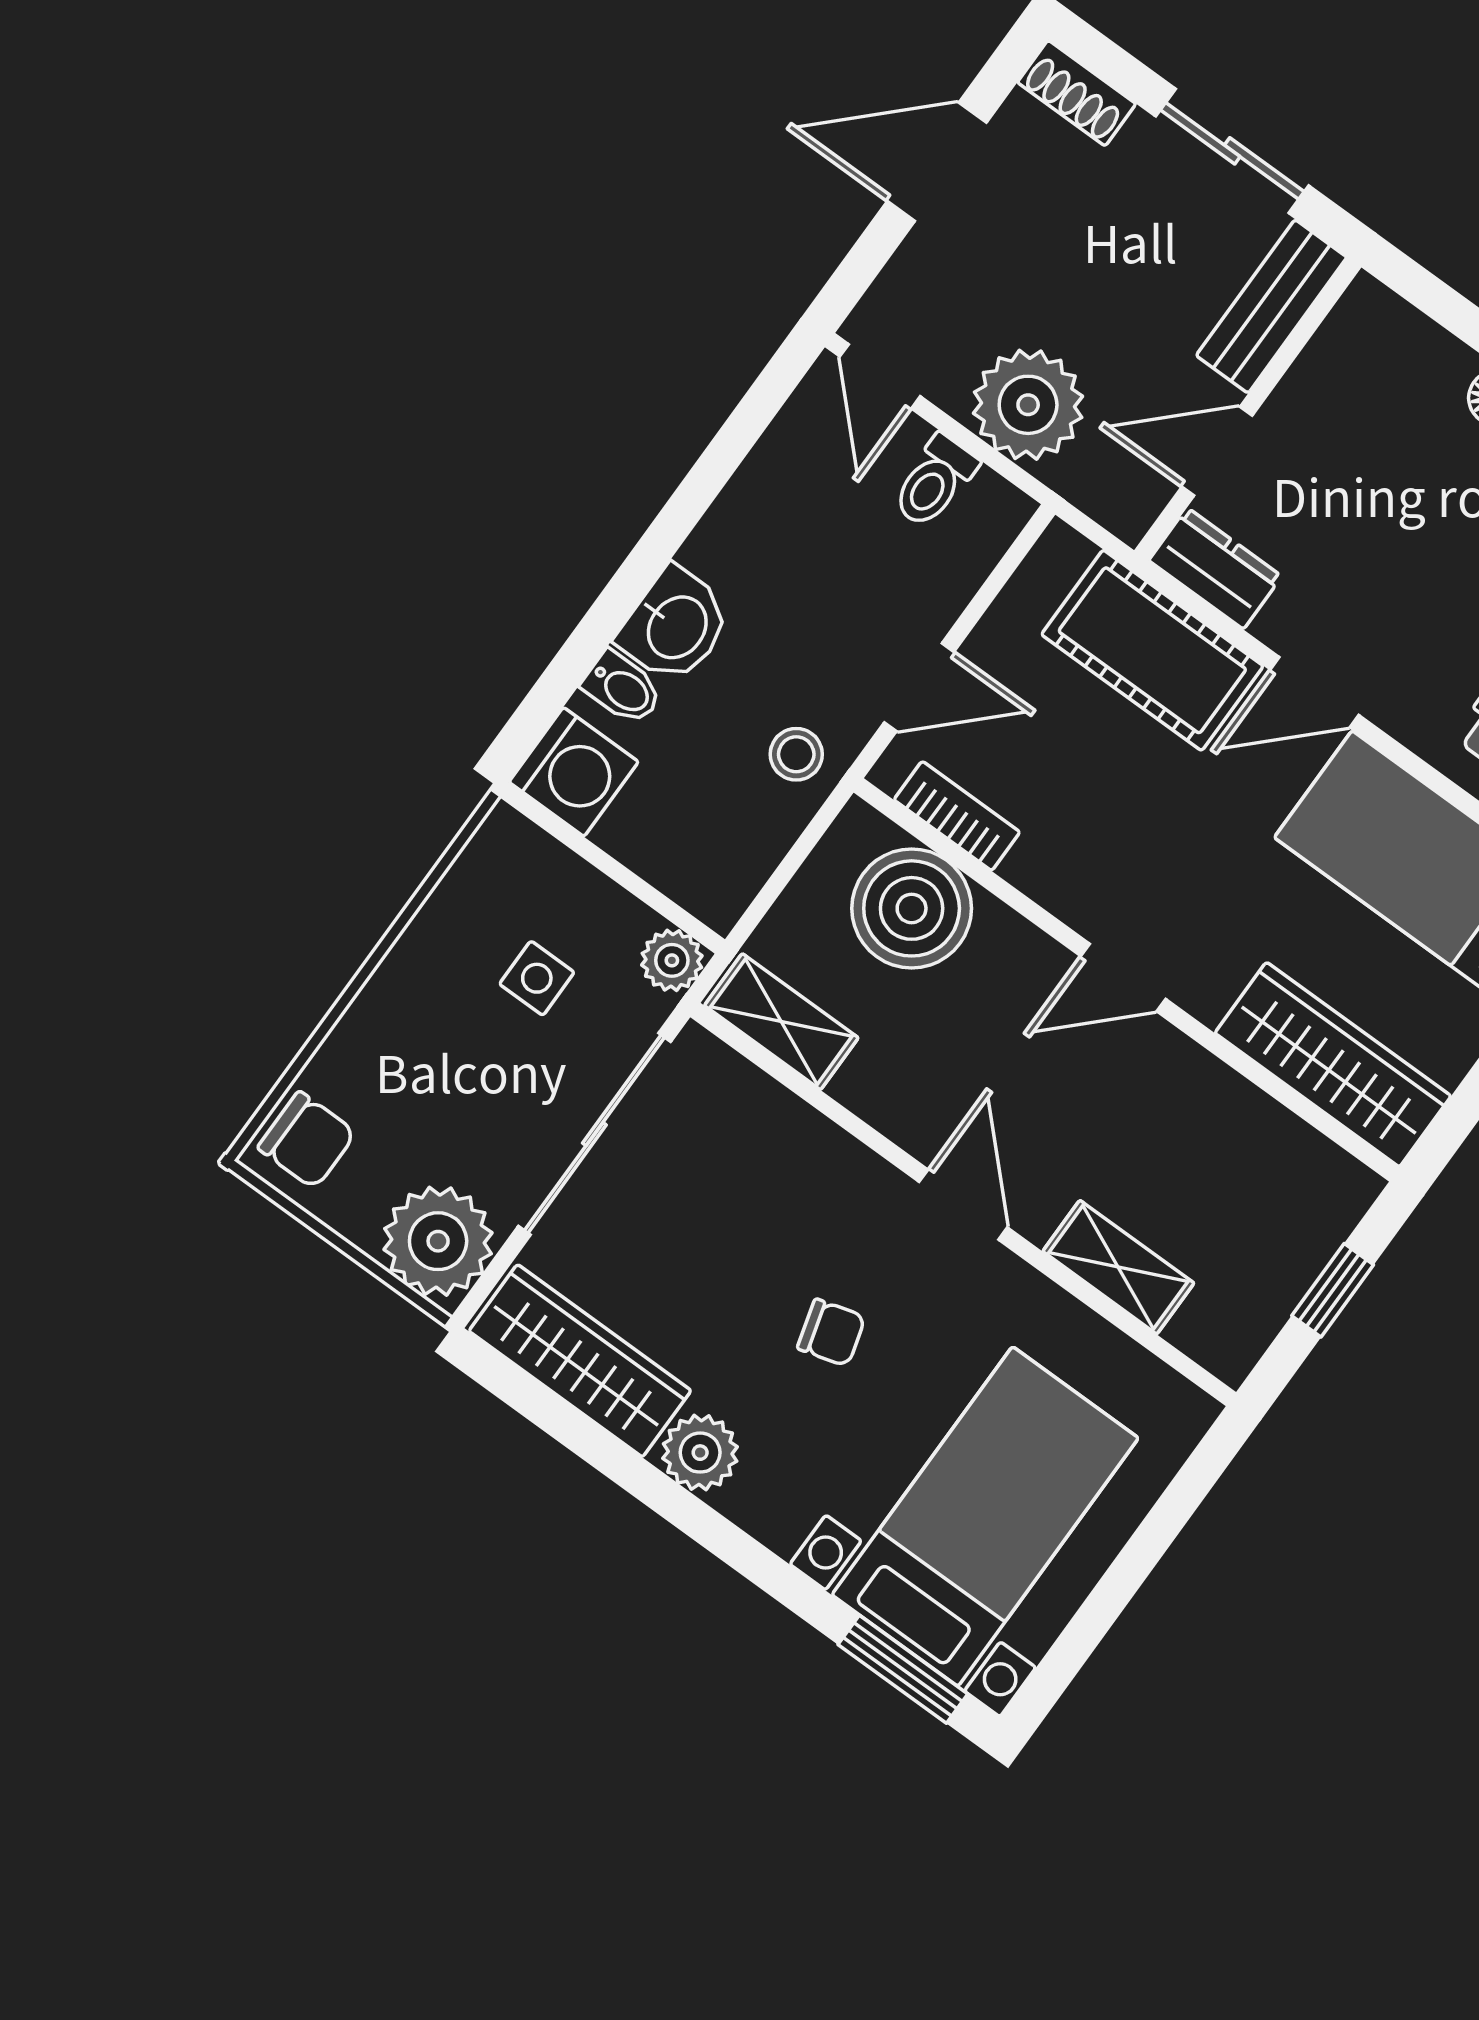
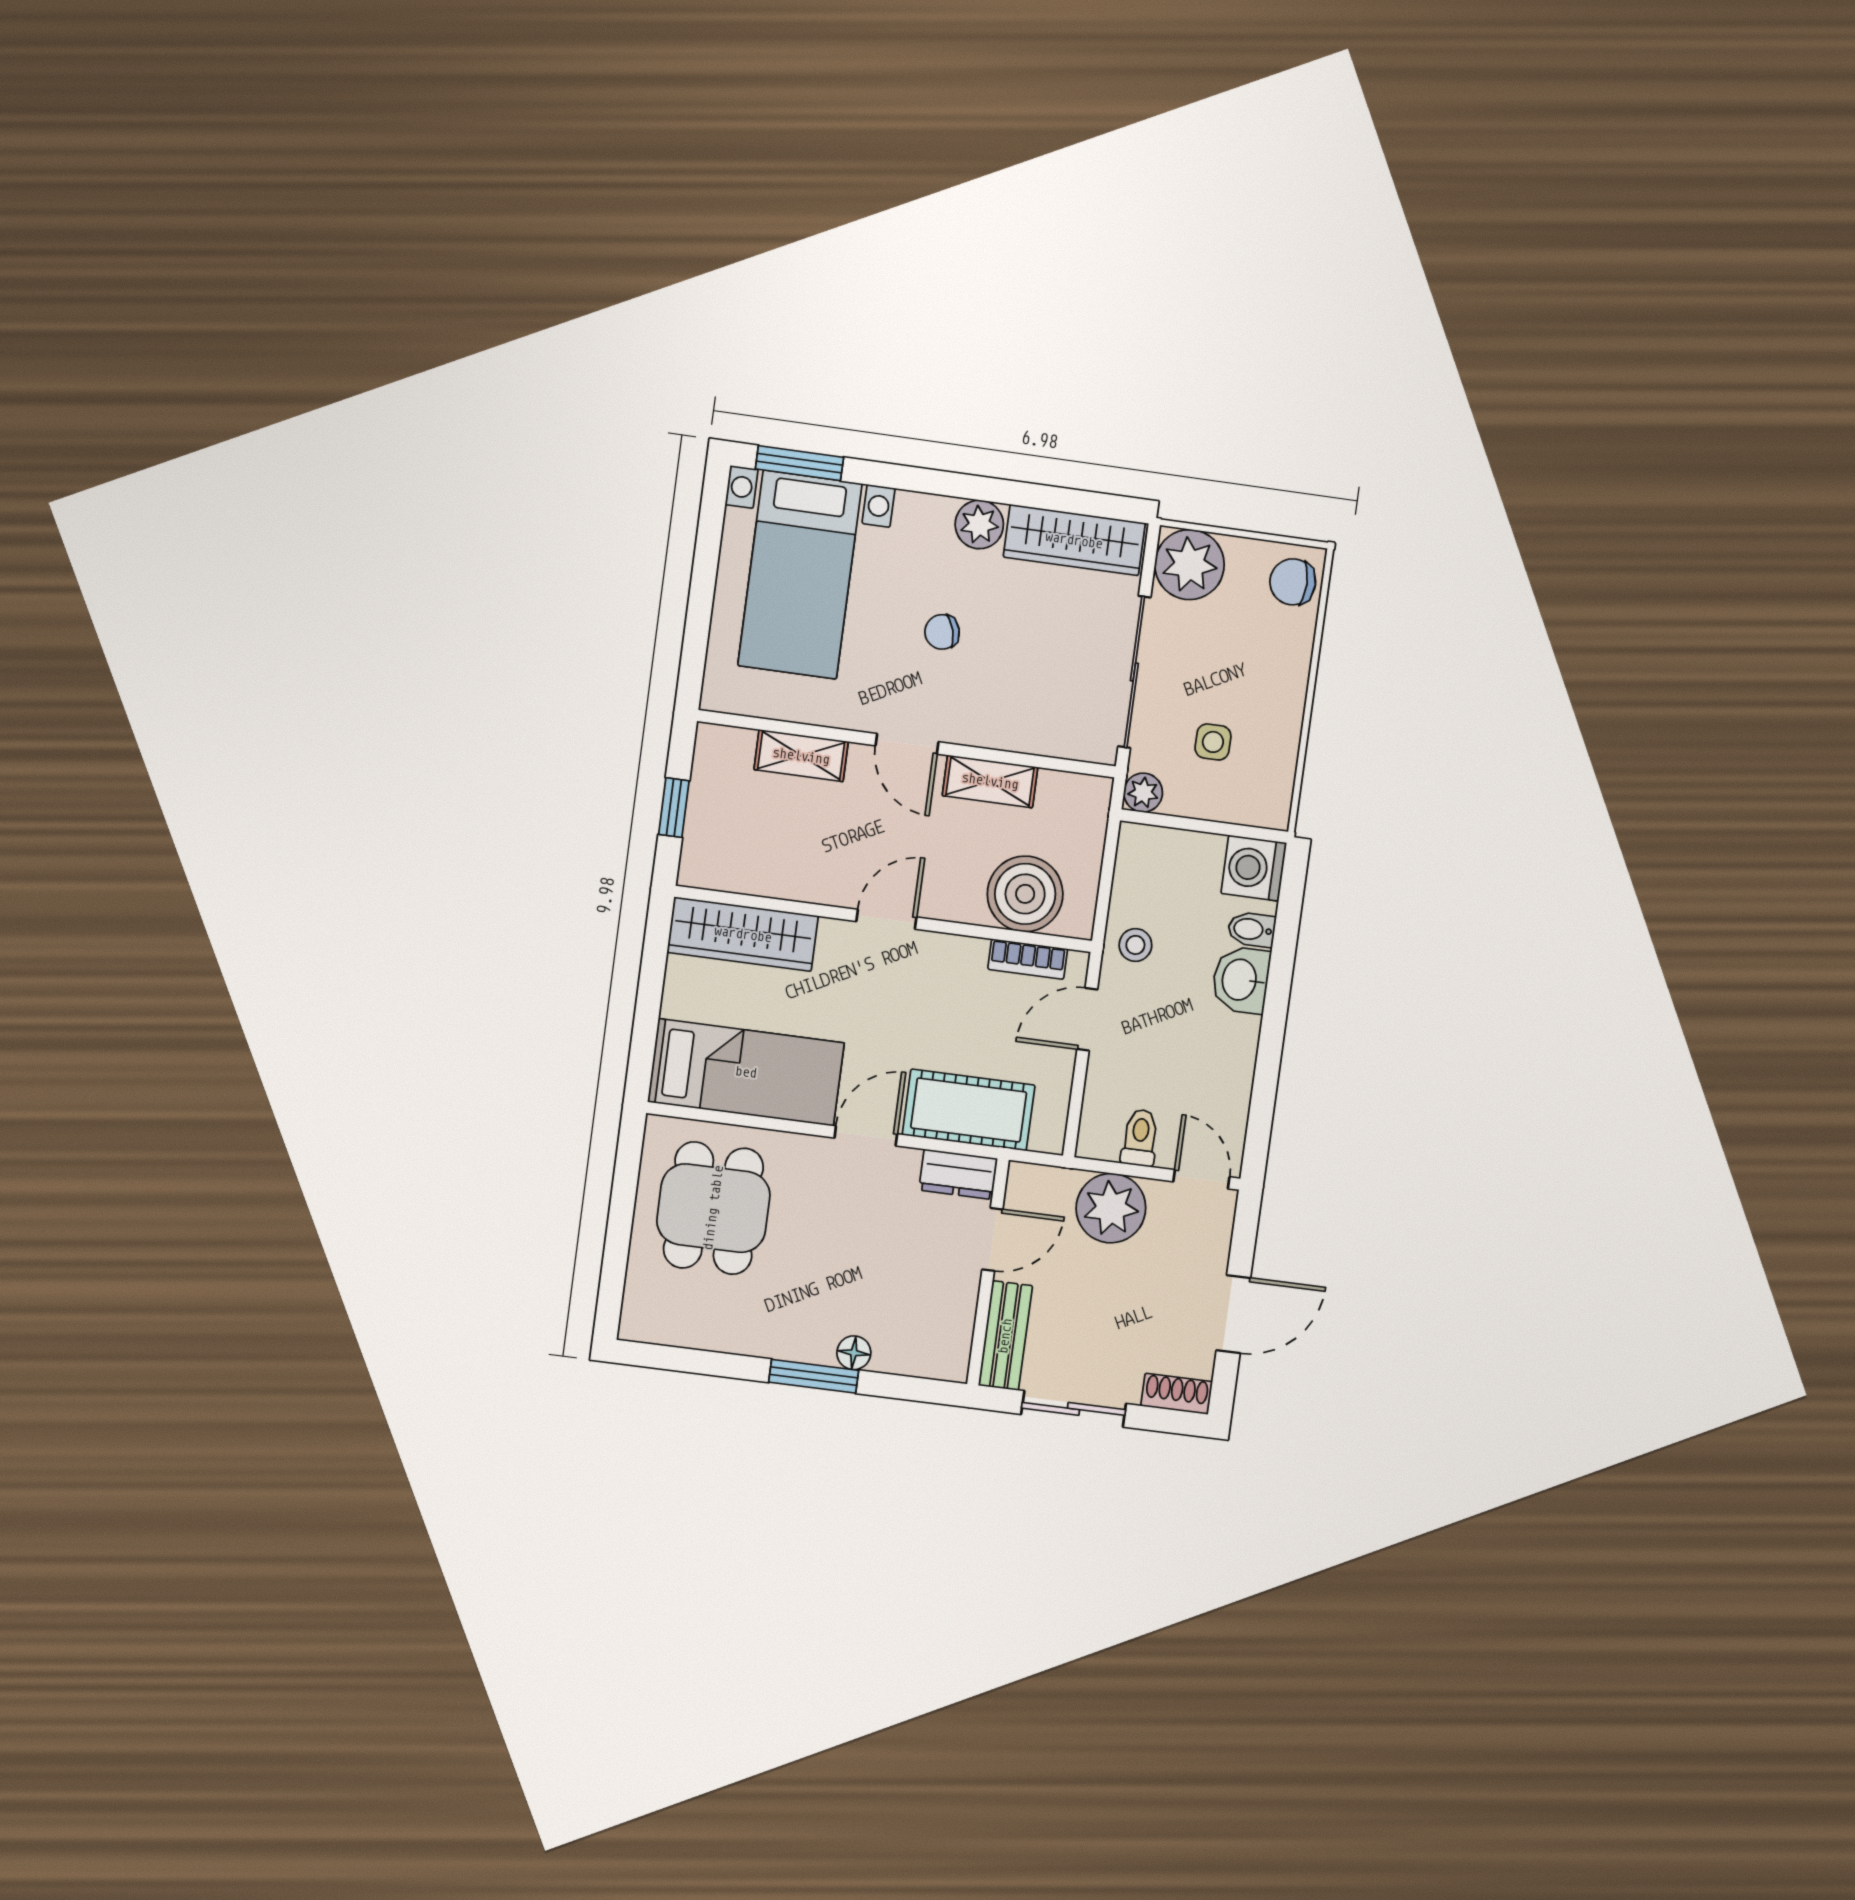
shelving: (781, 1022) -> (990, 781), moved

